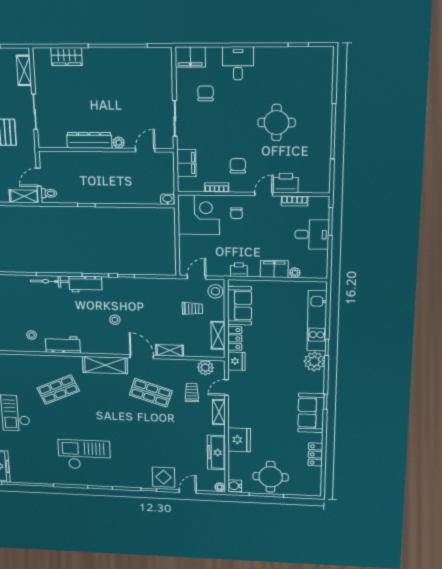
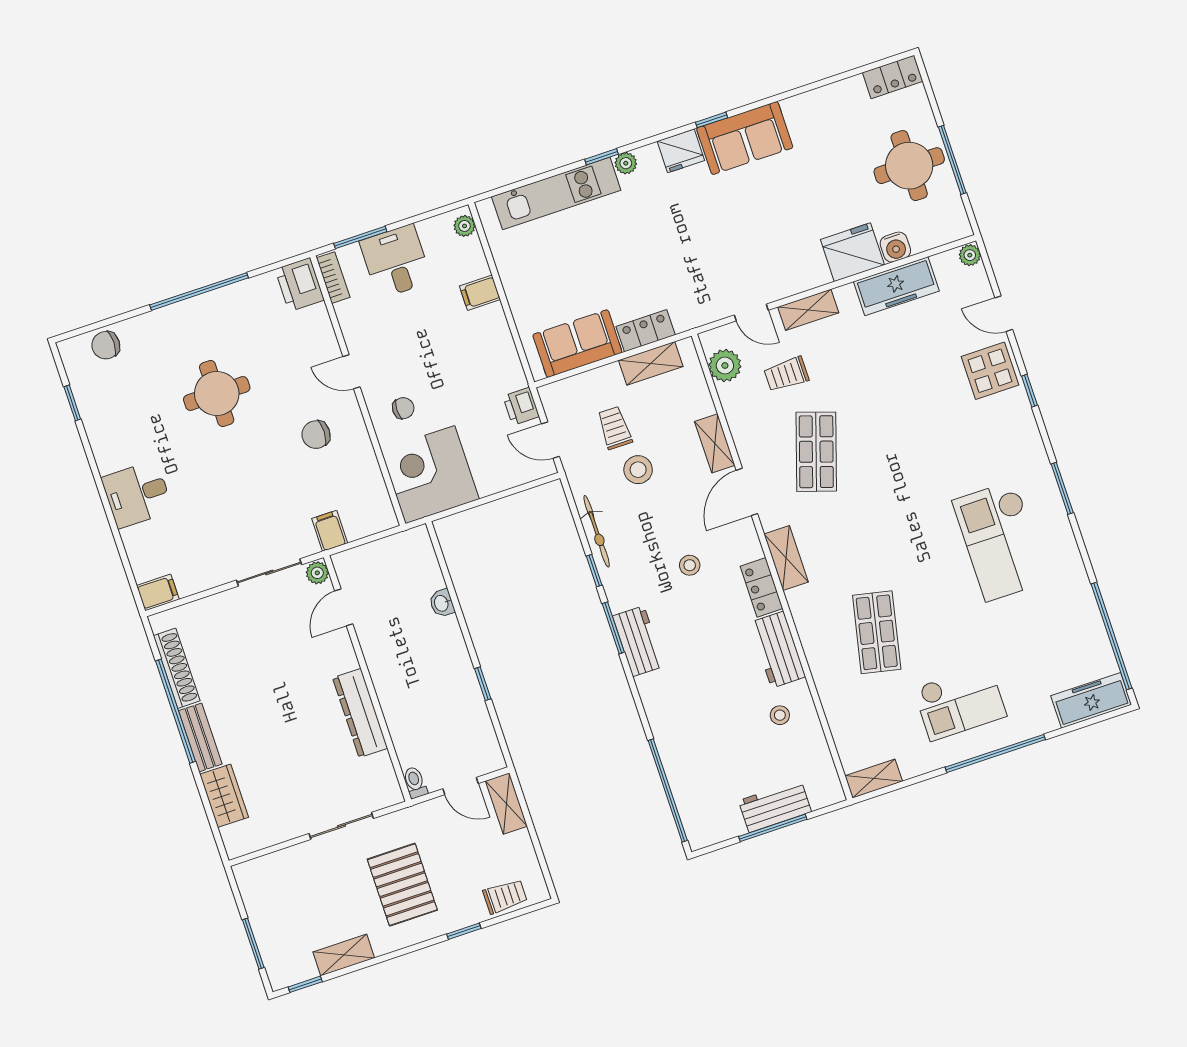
bench: (100, 54) -> (200, 737), added
shoe rack: (140, 54) -> (177, 668), added
filing cabinet: (190, 57) -> (158, 592), width x0.50
shelving: (24, 70) -> (274, 865), removed
chair: (206, 93) -> (106, 345), moved
plant: (119, 142) -> (317, 573), moved
door: (145, 150) -> (344, 607), hinge flipped
filing cabinet: (186, 163) -> (330, 531), width x0.50
printer: (286, 183) -> (300, 285), moved
bookcase: (217, 187) -> (368, 459), removed
toilet: (49, 193) -> (415, 782), moved
washbasin: (167, 199) -> (442, 603), moved
bookcase: (295, 201) -> (333, 278), moved
filing cabinet: (274, 269) -> (480, 293), width x0.50
printer: (239, 270) -> (521, 406), moved
plant: (295, 273) -> (464, 226), moved
bicycle: (49, 281) -> (597, 531), moved
stool: (215, 291) -> (638, 470), moved
locker: (94, 348) -> (762, 587), added
fridge: (236, 361) -> (681, 151), moved, turned 180
plant: (314, 362) -> (626, 163), width x0.53, depth x0.53
shelving: (105, 365) -> (786, 558), width x0.67, depth x0.75
shop shelf: (58, 390) -> (877, 632), turned 36
locker: (315, 455) -> (893, 77), moved
water cooler: (235, 486) -> (895, 247), moved

